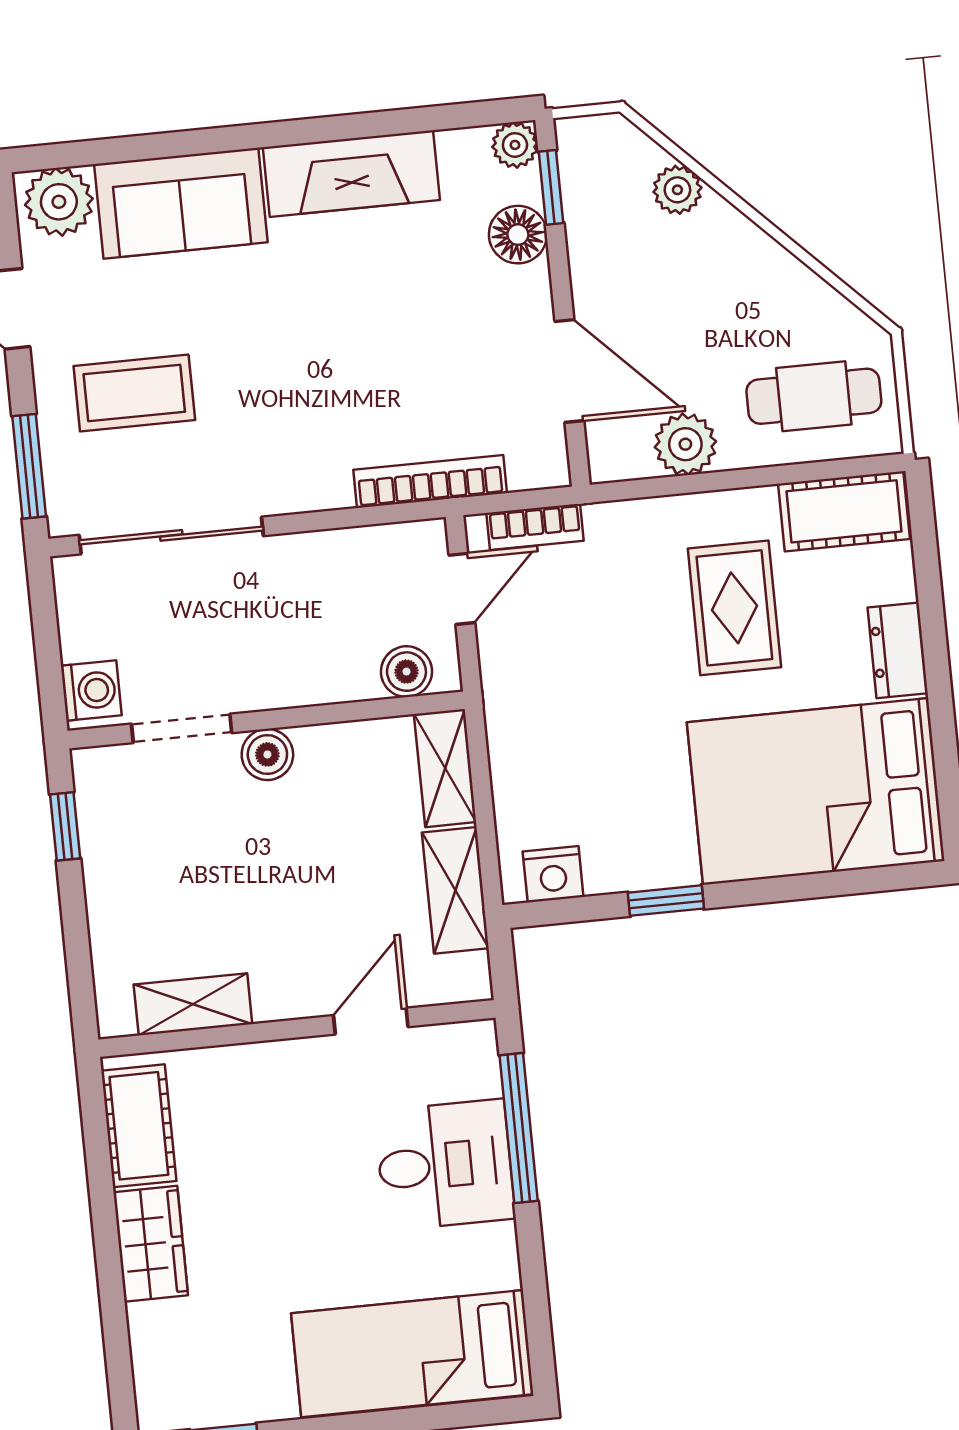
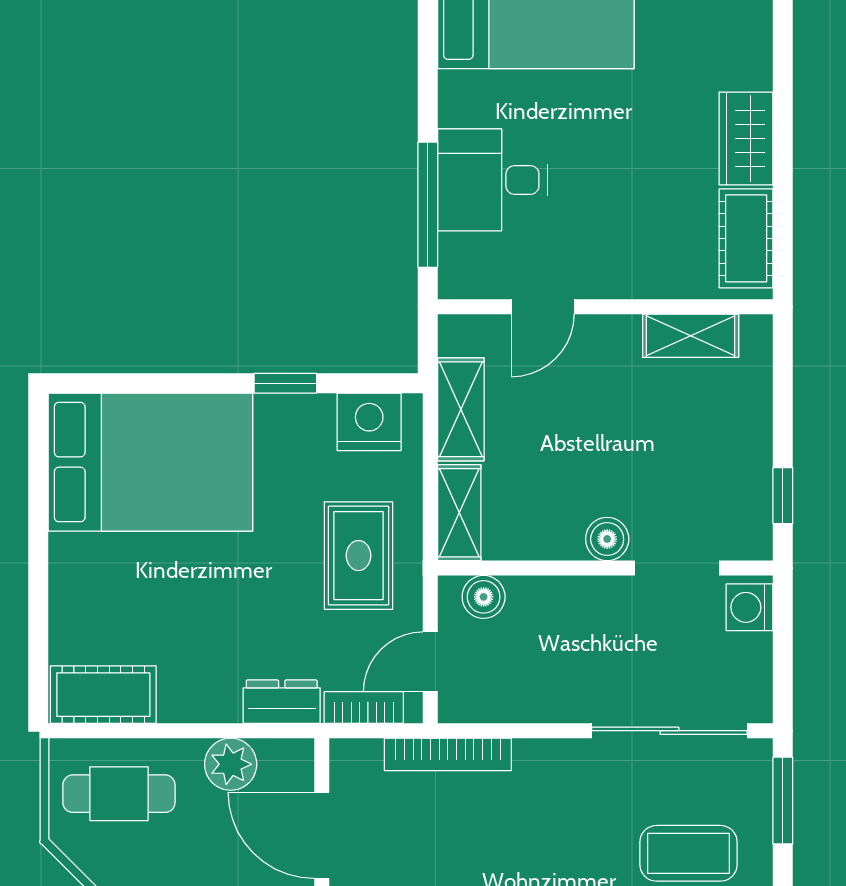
rug: (734, 608) -> (359, 556), moved
dresser: (898, 650) -> (282, 702), moved, turned -90
nightstand: (553, 874) -> (369, 422), width x1.36, depth x1.33

